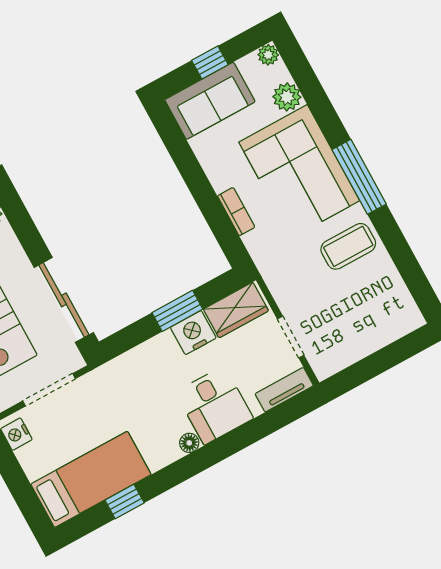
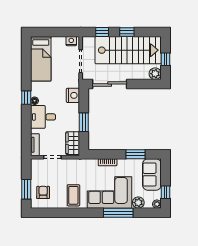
window: (210, 63) -> (165, 192), moved
window: (185, 161) -> (135, 154), added
window: (359, 177) -> (118, 213), moved
armchair: (378, 316) -> (43, 192), added
nightstand: (193, 333) -> (73, 95), moved
window: (391, 356) -> (26, 189), added
window: (125, 502) -> (26, 98), moved

